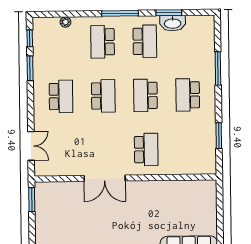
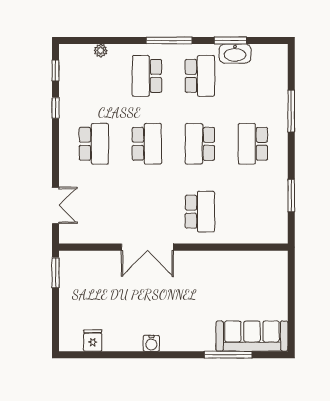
window: (30, 68) -> (56, 108), width x0.67

